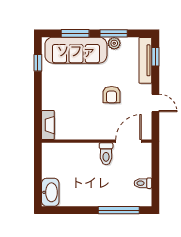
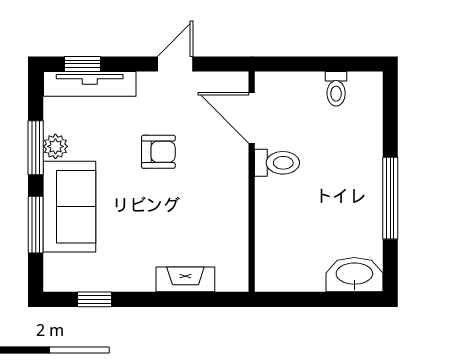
sofa: (76, 50) -> (69, 207), width x0.73
fireplace: (48, 125) -> (185, 279), moved
window: (119, 210) -> (390, 198), moved

